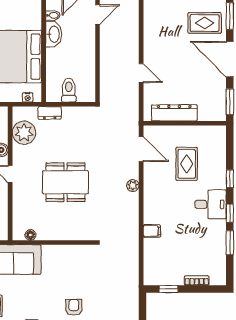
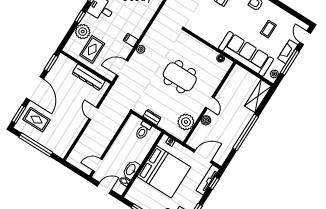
dresser: (50, 113) -> (152, 117), moved
door: (141, 149) -> (122, 68), hinge flipped
plant: (216, 163) -> (83, 32), added
rug: (187, 164) -> (92, 49), moved
filing cabinet: (152, 231) -> (131, 40), moved

